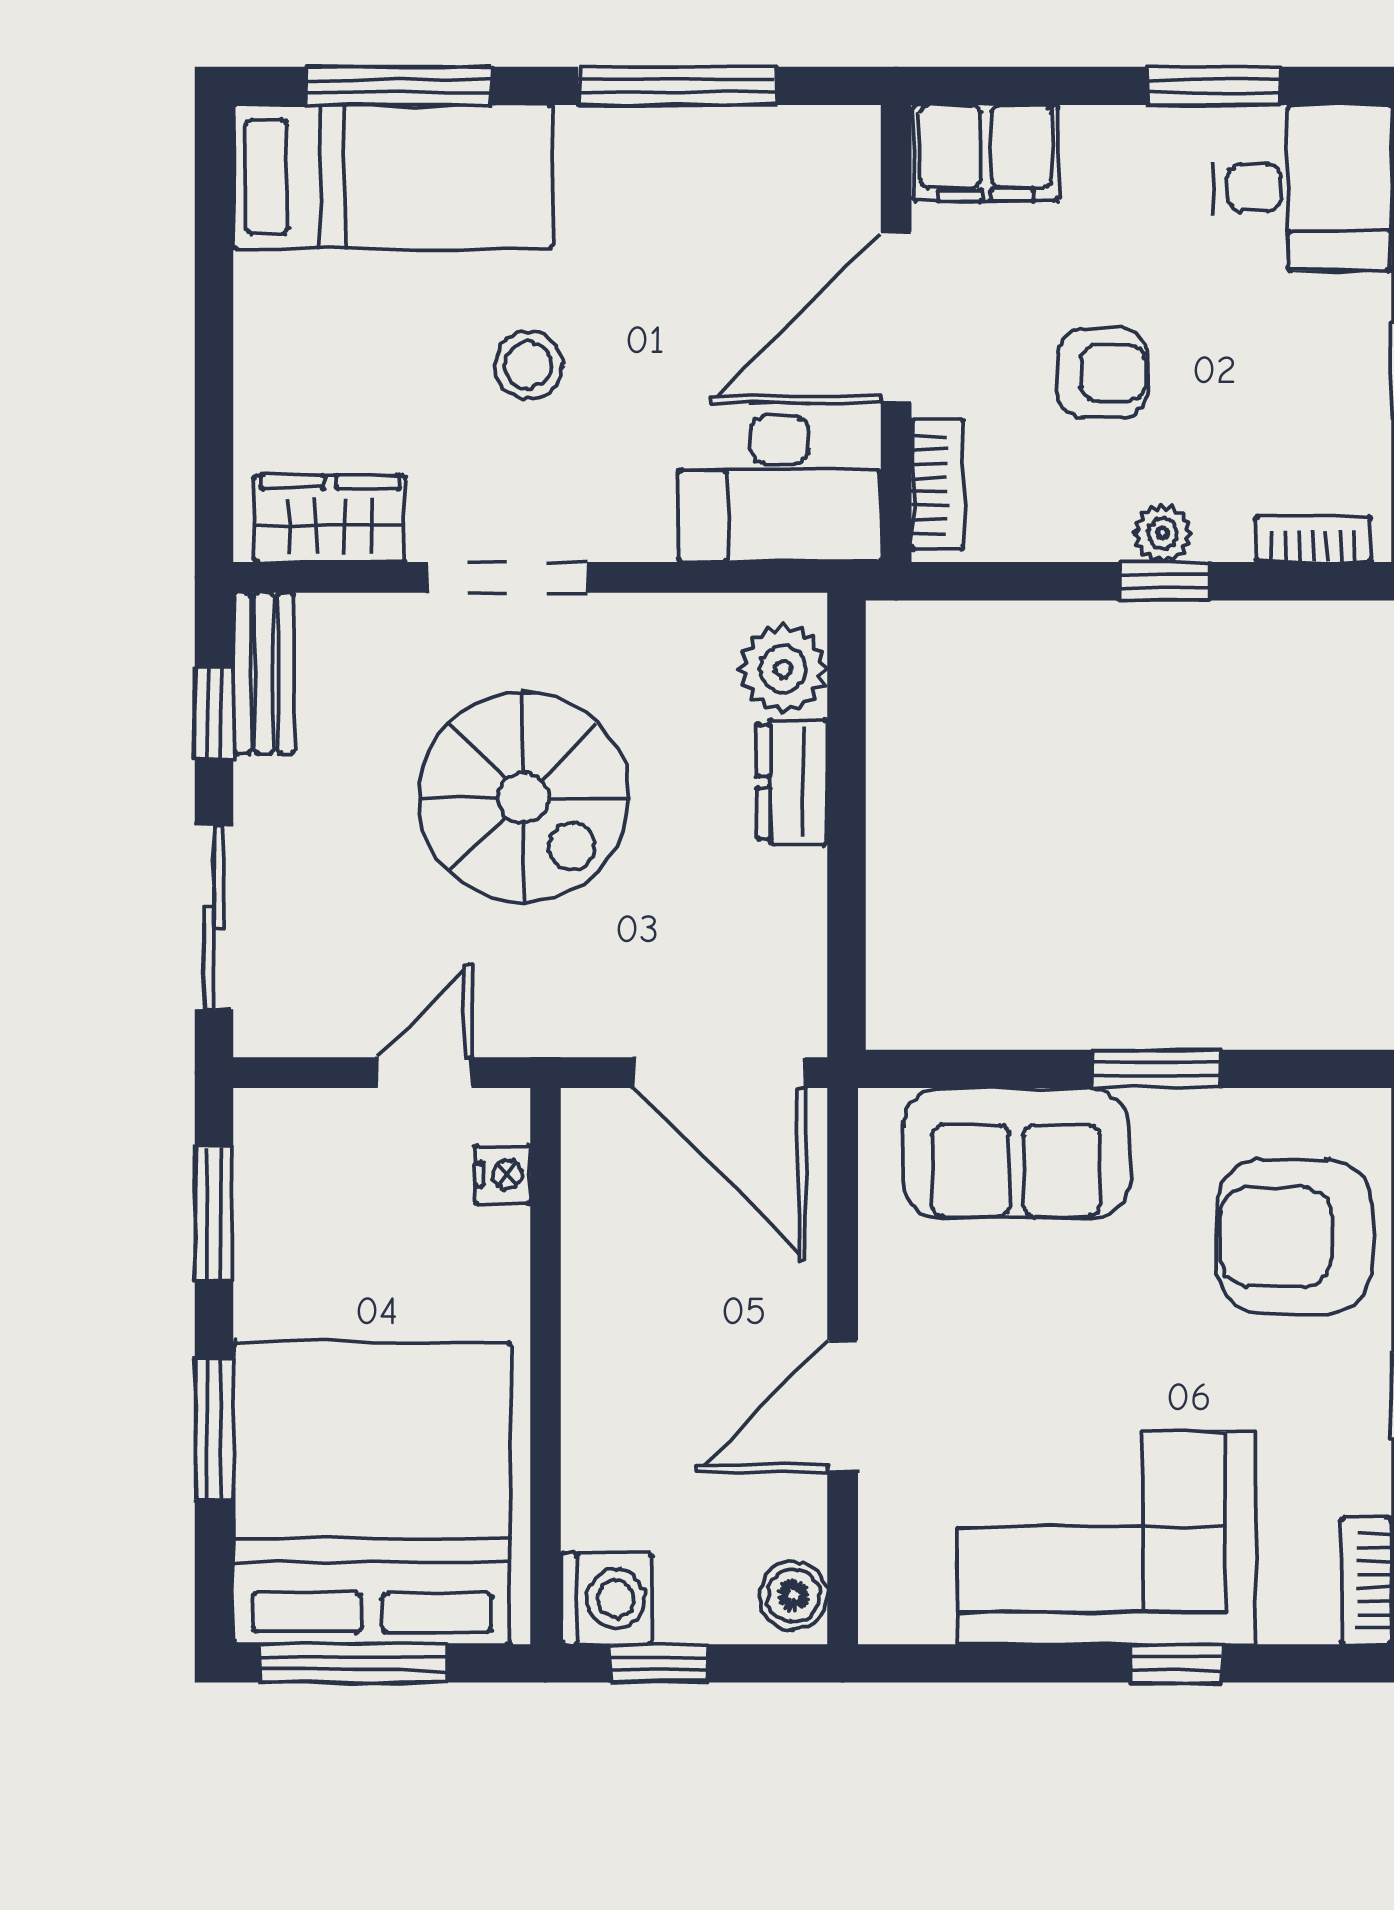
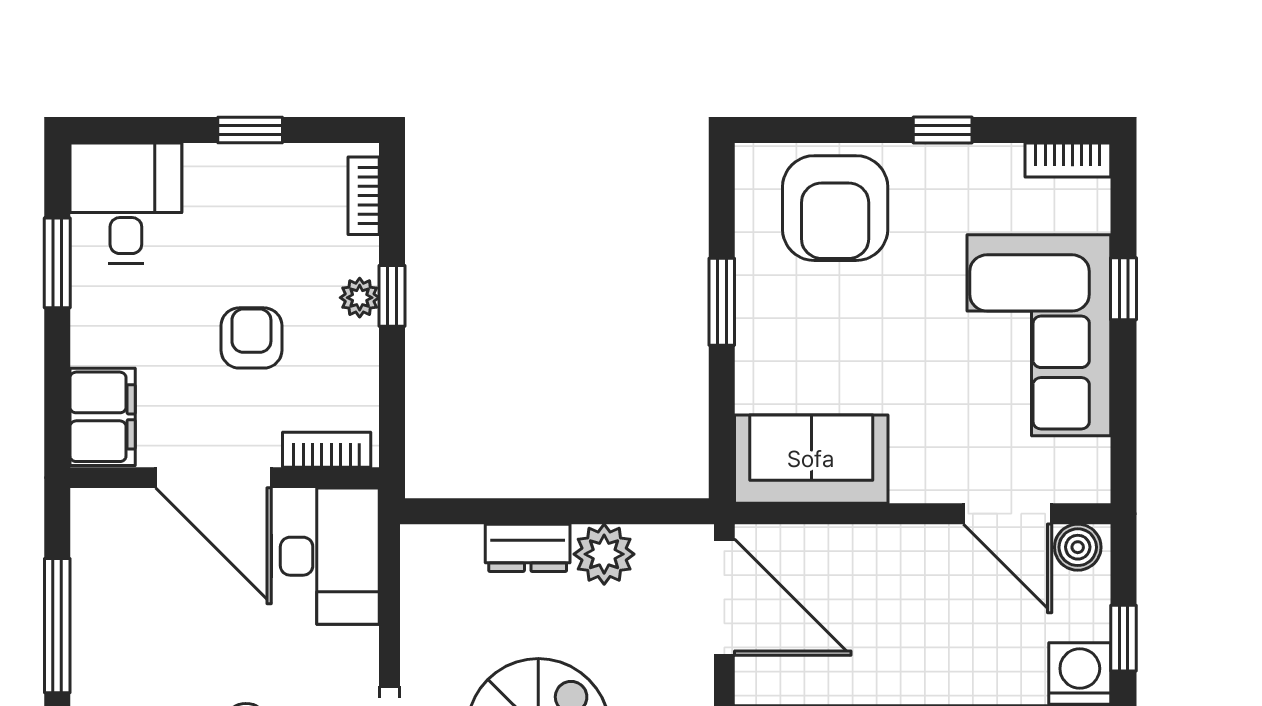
plant: (783, 669) -> (604, 554), moved
door: (719, 1073) -> (724, 597), hinge flipped
sofa: (1016, 1154) -> (811, 459), moved, turned -90
door: (843, 1406) -> (1008, 514), moved

